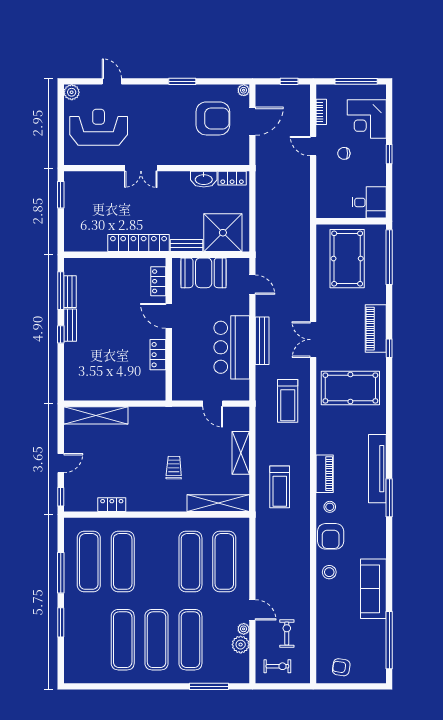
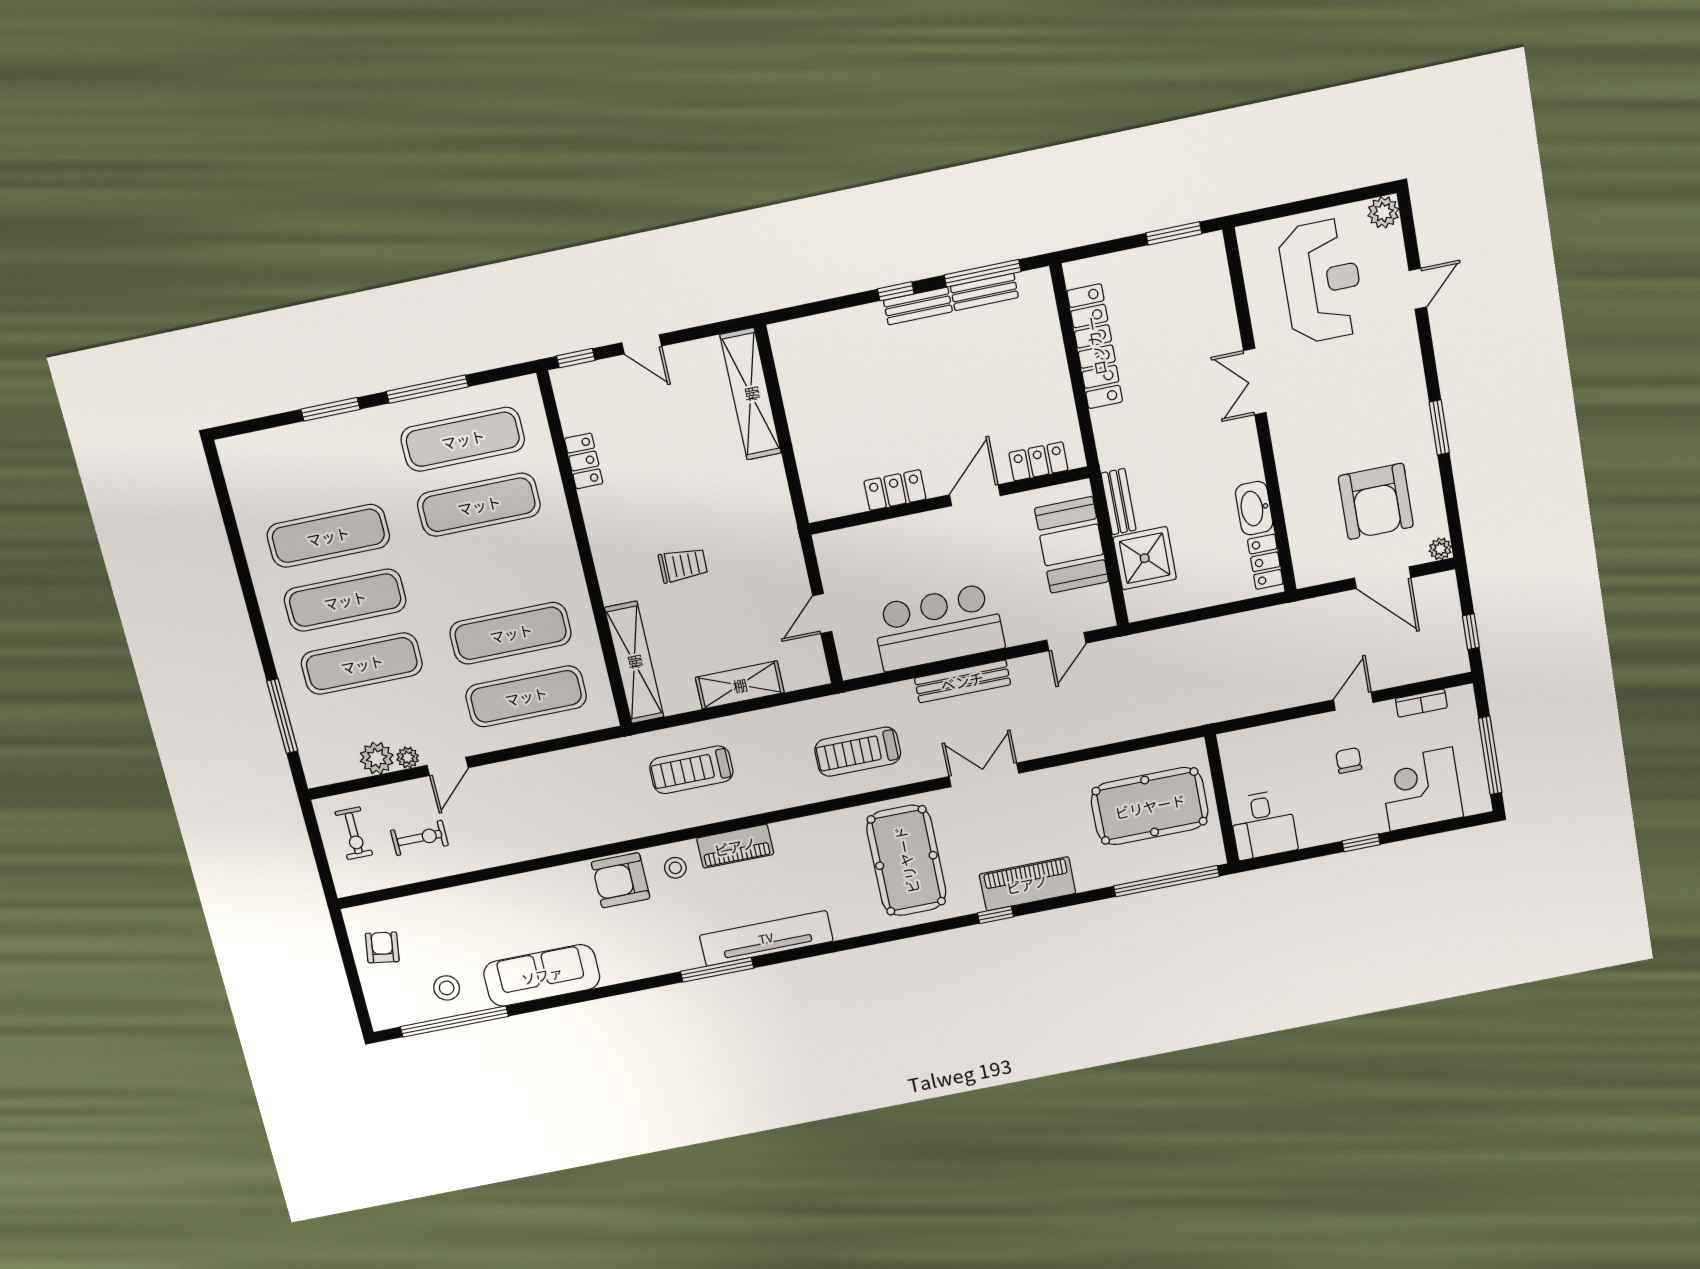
shower: (223, 233) -> (1145, 558), width x0.73, depth x0.73
locker: (139, 243) -> (1095, 346), moved
stool: (329, 572) -> (447, 988), moved

